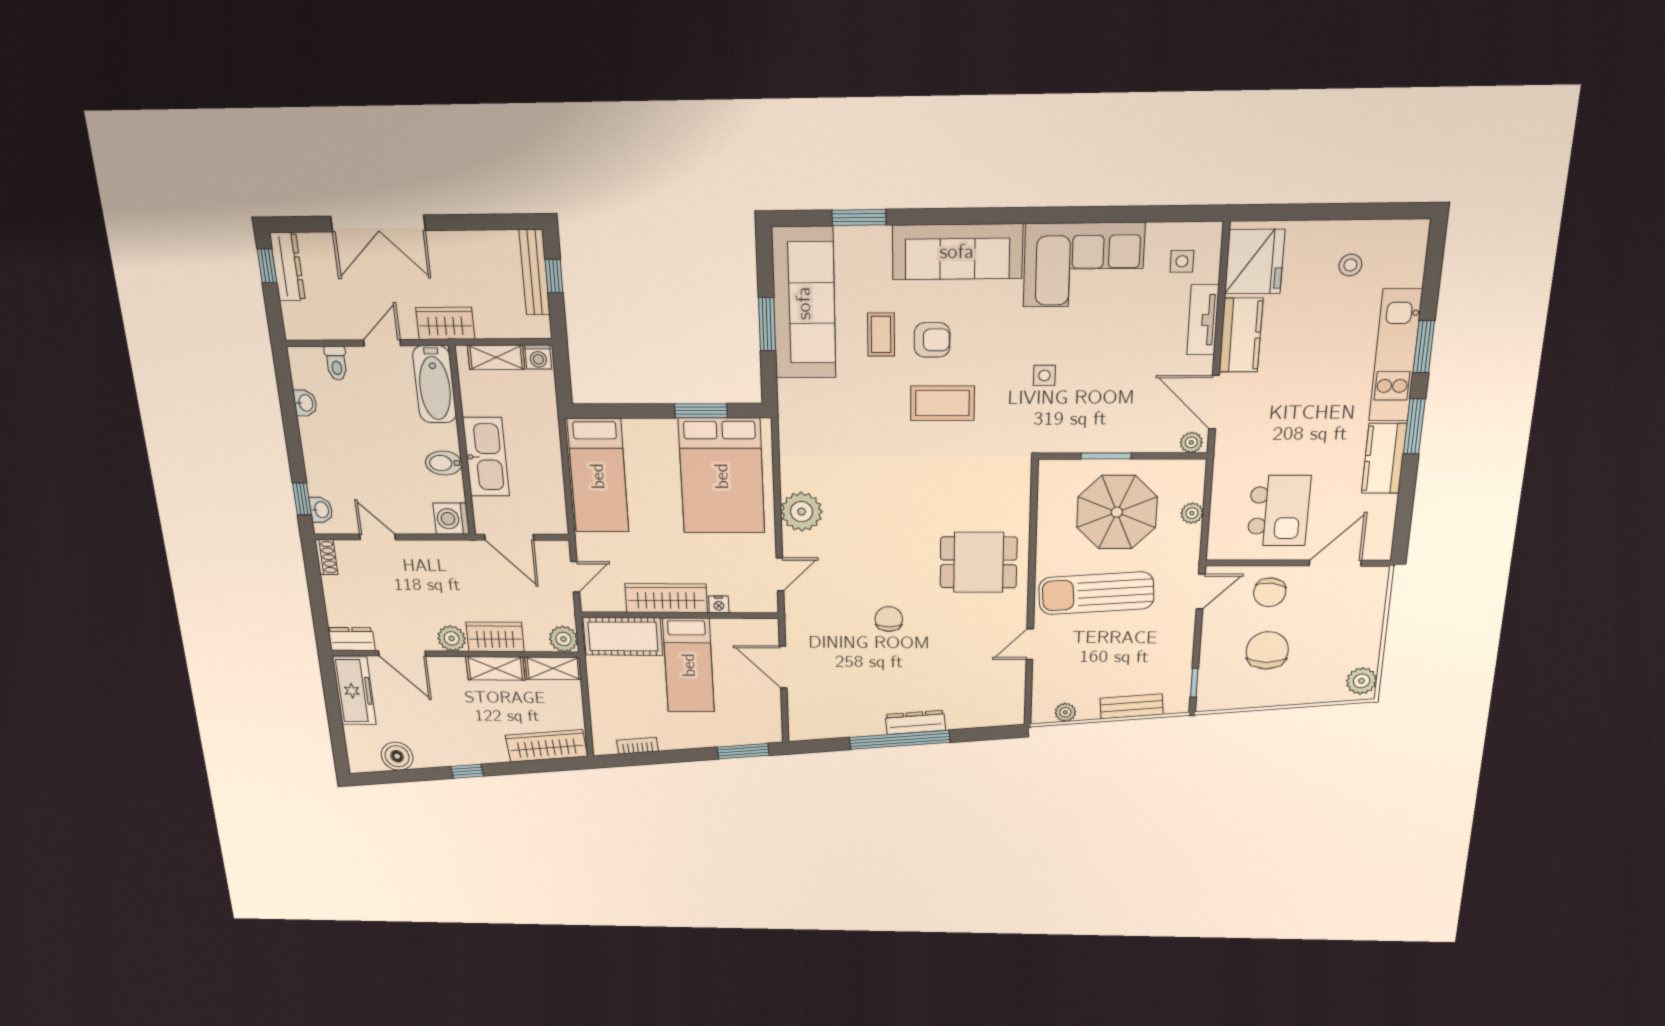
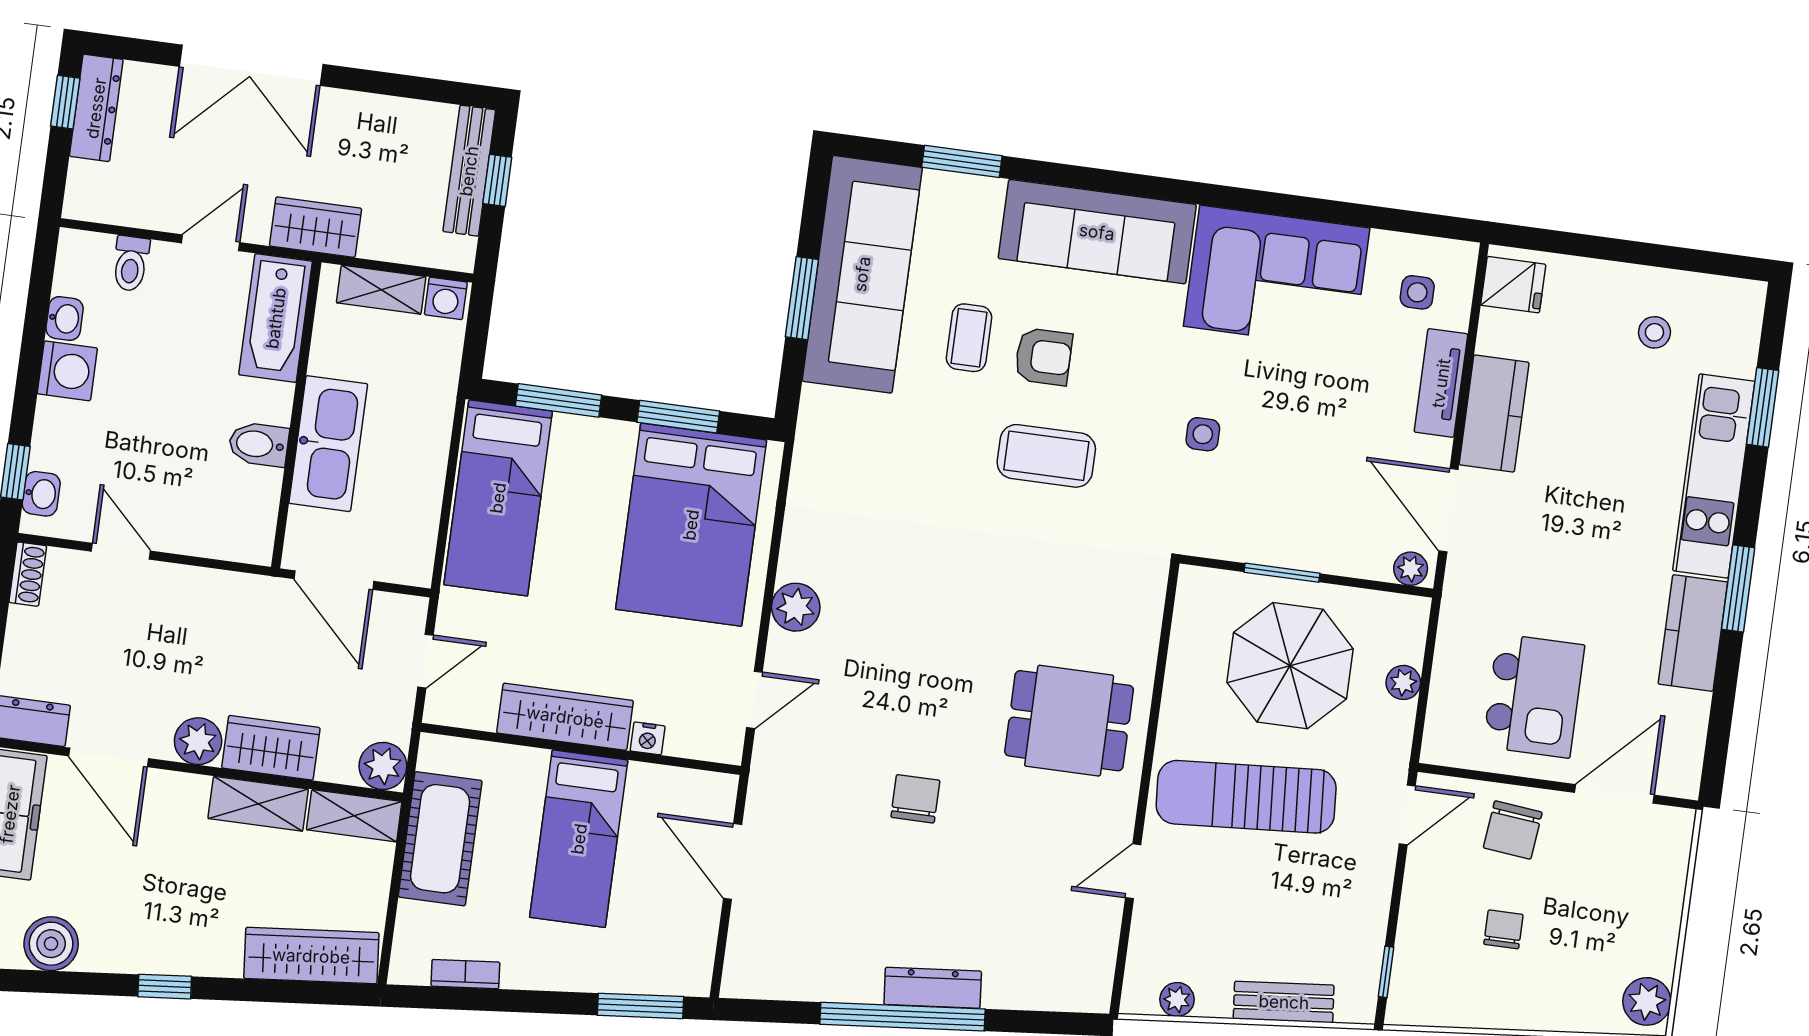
fridge: (1255, 262) -> (1513, 285), width x0.53, depth x0.75
window: (1424, 347) -> (1763, 407), moved
window: (623, 411) -> (559, 400), added
plant: (802, 512) -> (796, 607), width x0.73, depth x0.73
washing machine: (451, 519) -> (67, 371), moved, turned 180
cot: (623, 636) -> (440, 839), moved, turned 90
chair: (1267, 650) -> (1503, 929), width x0.54, depth x0.54

